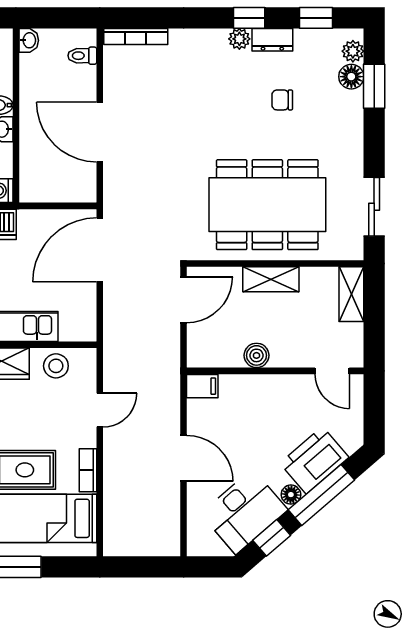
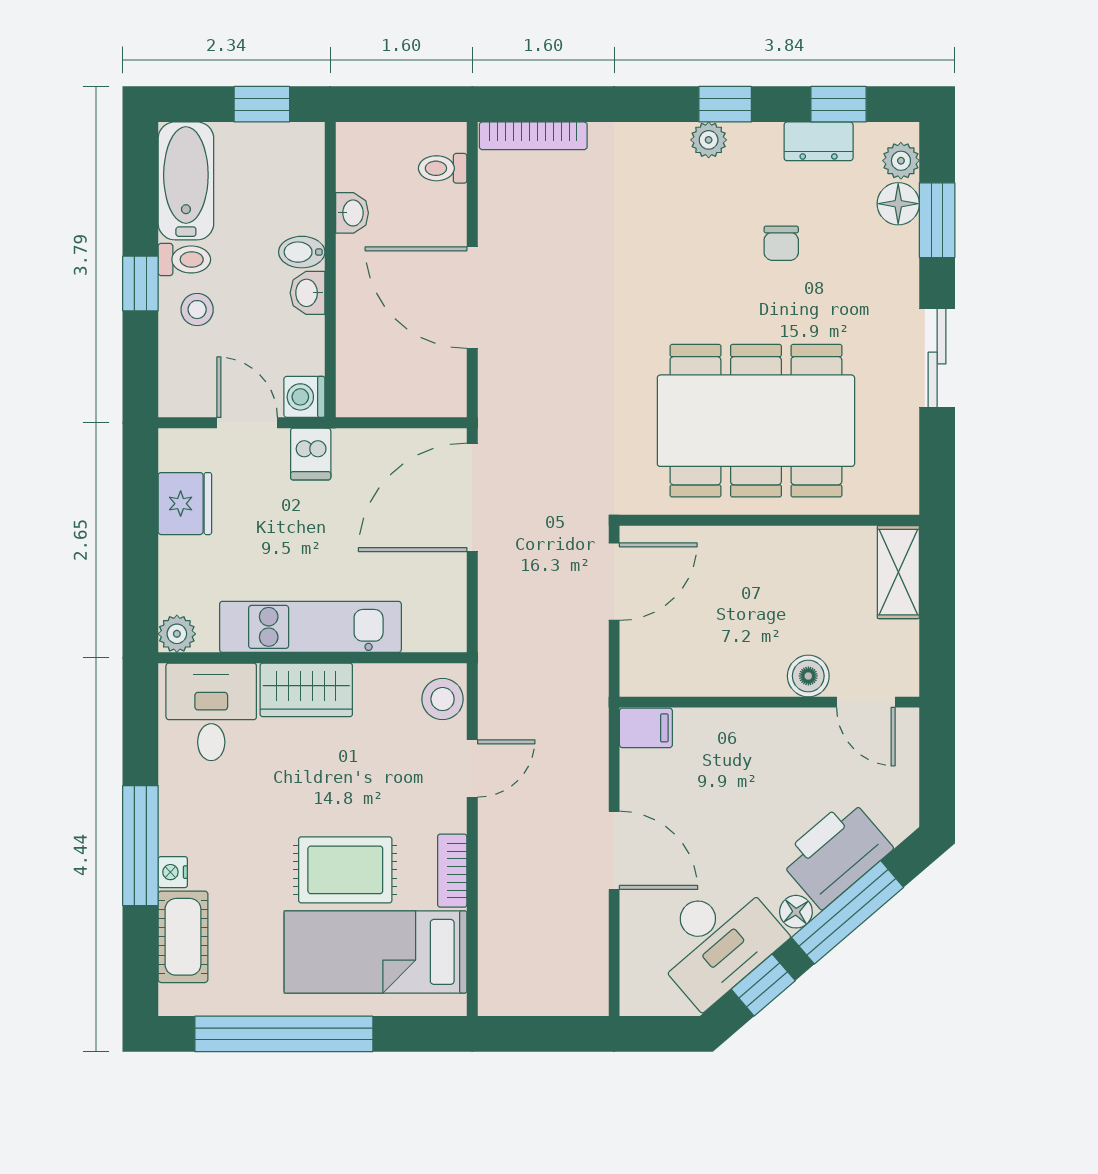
washbasin: (29, 40) -> (352, 213), moved
dresser: (272, 40) -> (819, 141), moved
chair: (282, 100) -> (781, 243), turned -90
sliding door: (374, 207) -> (937, 358), moved
shelving: (271, 279) -> (762, 547), removed
boiler: (256, 355) -> (808, 676), moved
stool: (56, 366) -> (443, 699), moved

